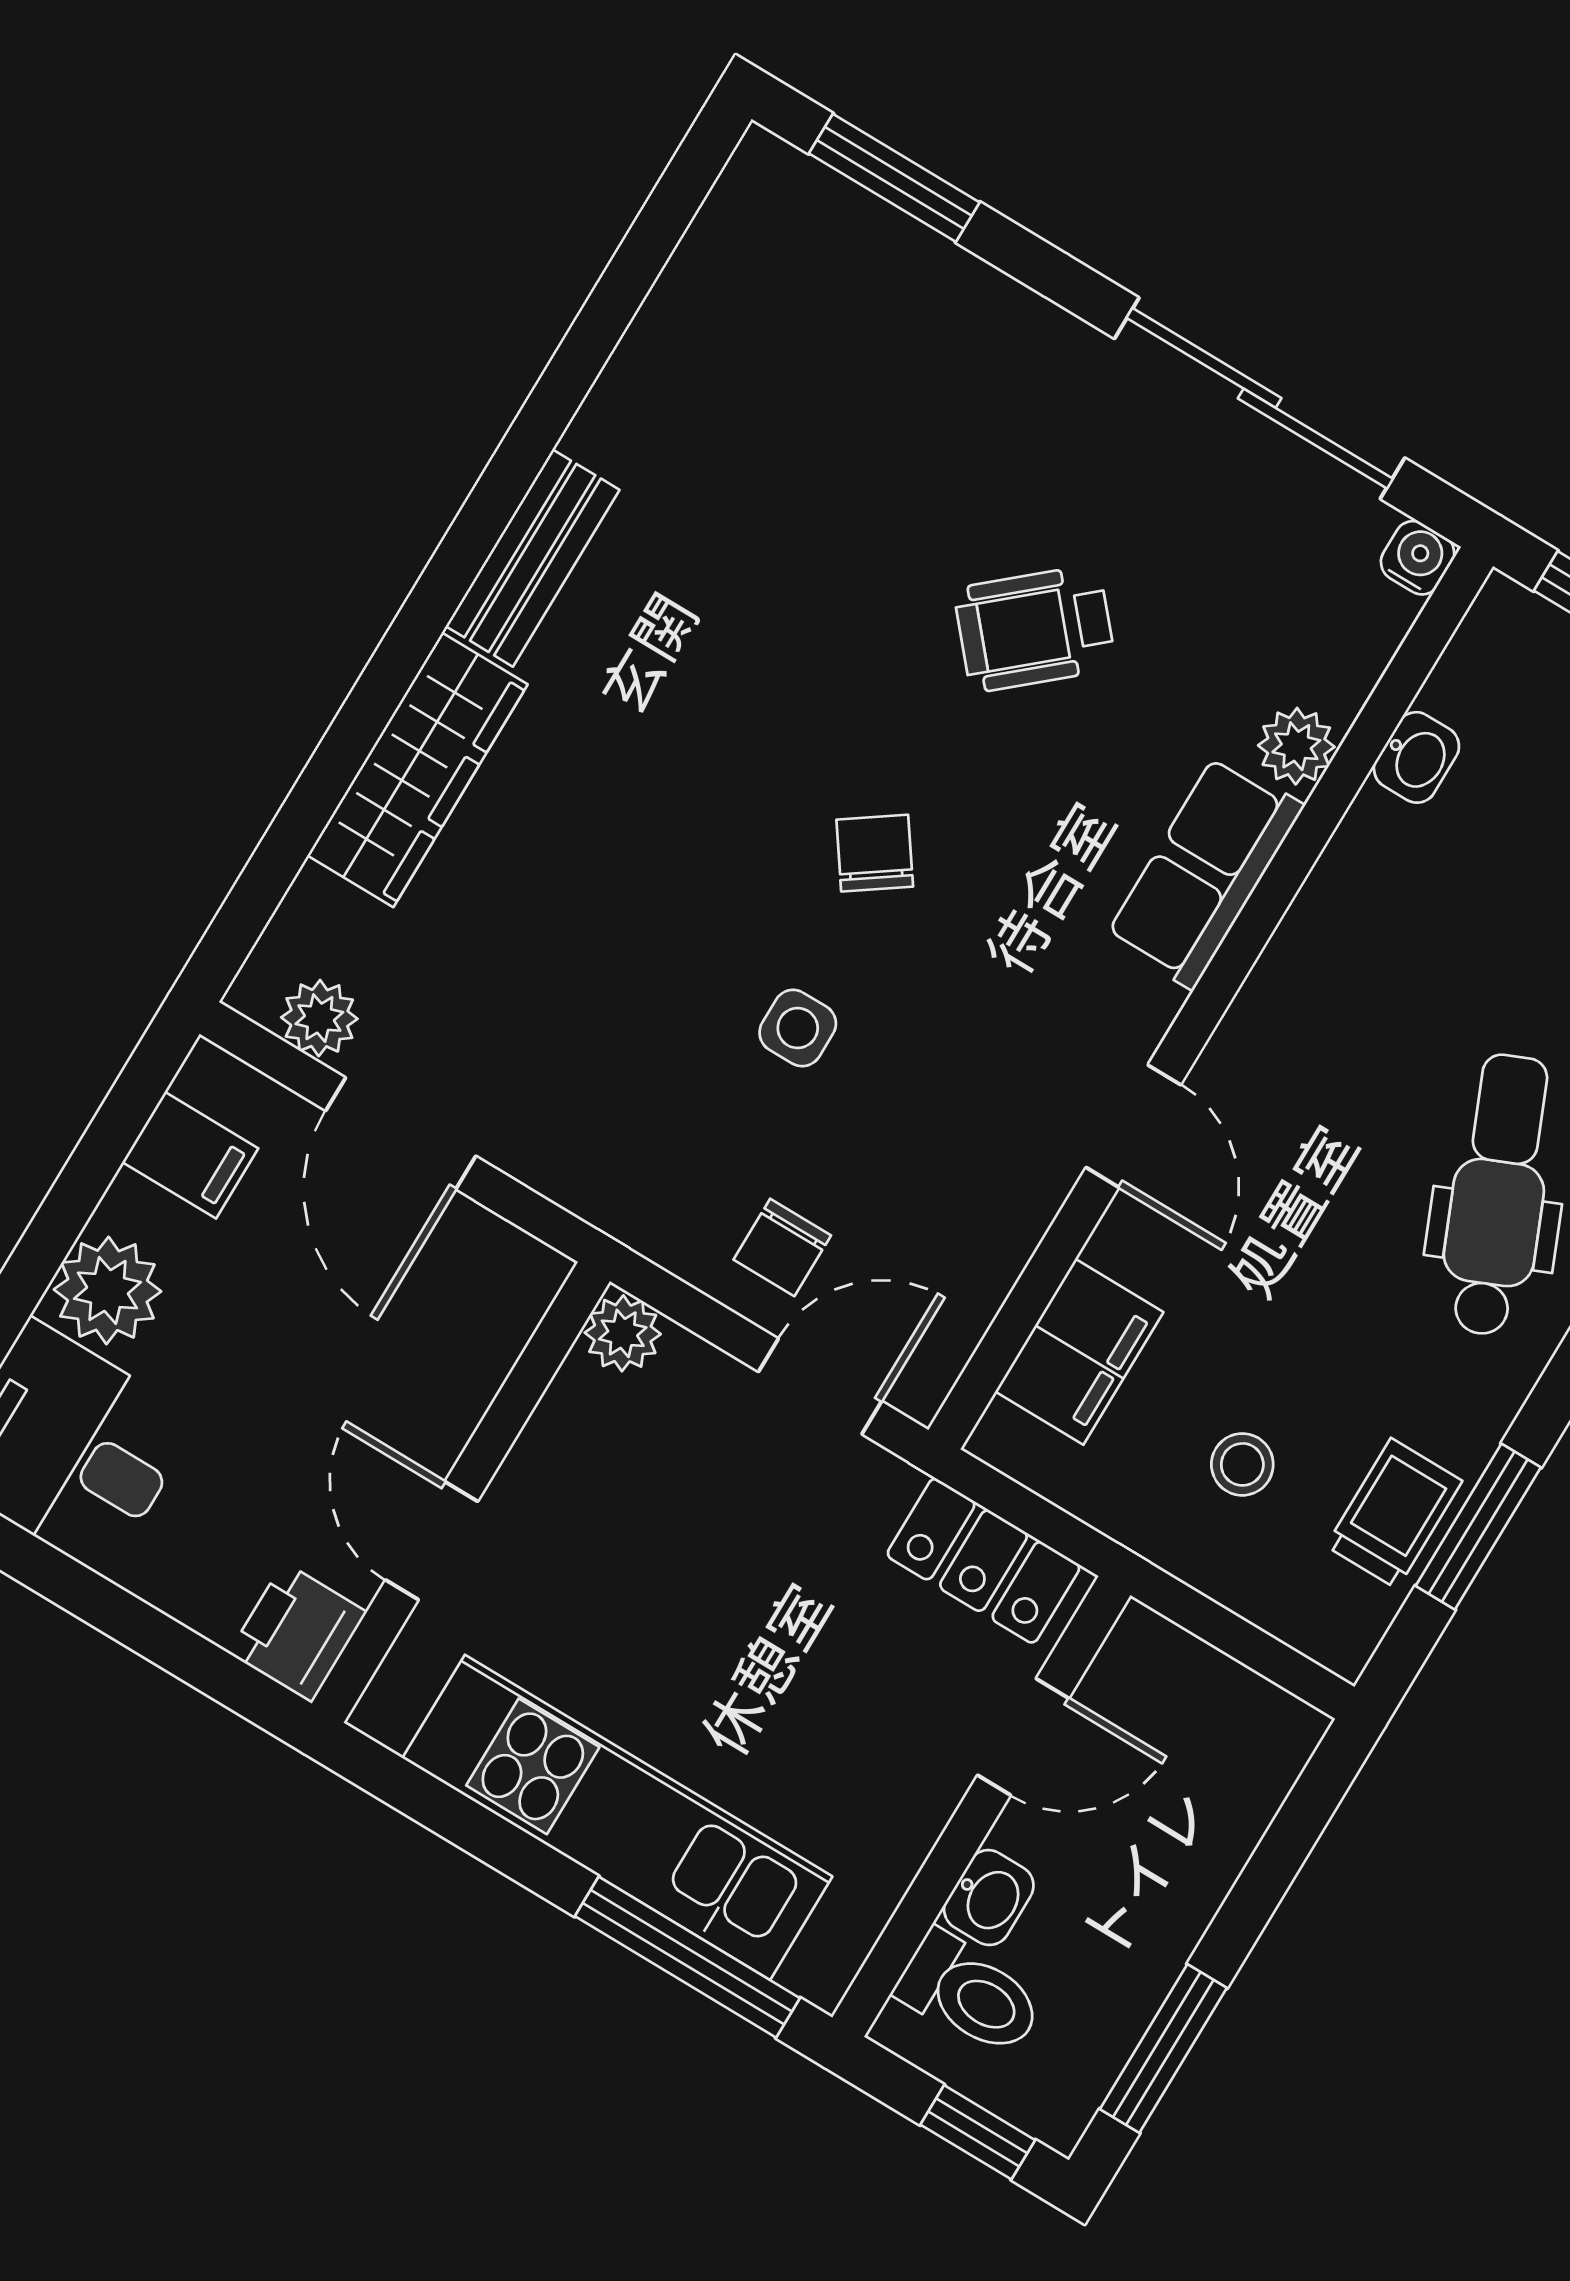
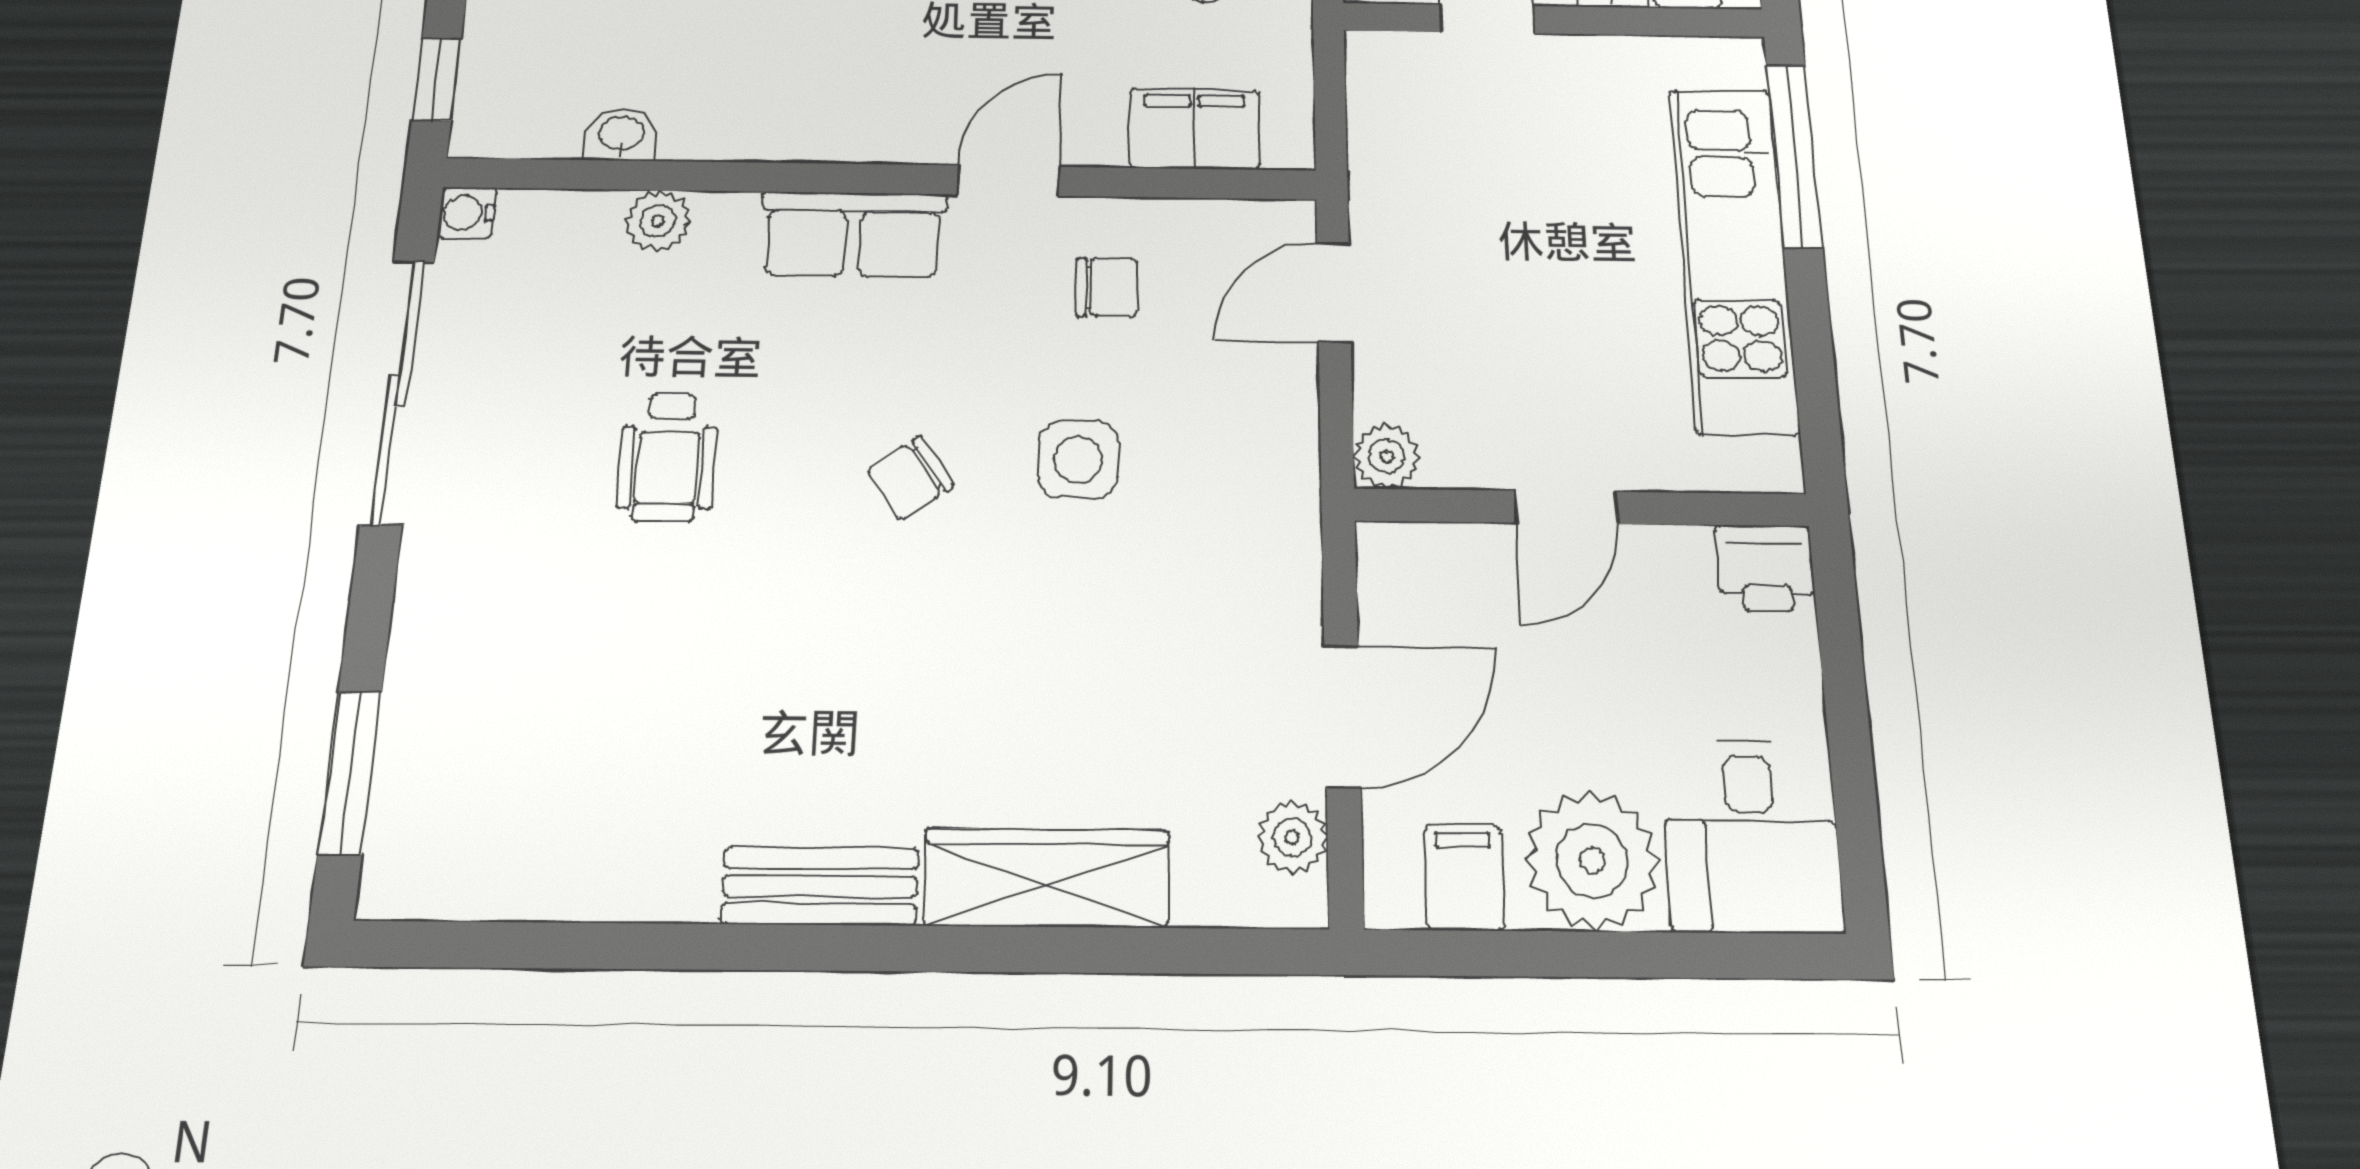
wheelchair: (1035, 629) -> (668, 457), turned 41
row of seats: (1205, 872) -> (853, 234), moved
side table: (798, 1028) -> (1078, 459), width x1.37, depth x1.37
chair: (782, 1247) -> (1107, 287), moved
plant: (107, 1290) -> (1592, 860), width x1.36, depth x1.36
door: (820, 1386) -> (1334, 292), hinge flipped
door: (432, 1541) -> (1566, 507), moved
locker: (983, 1561) -> (1384, 112), removed

